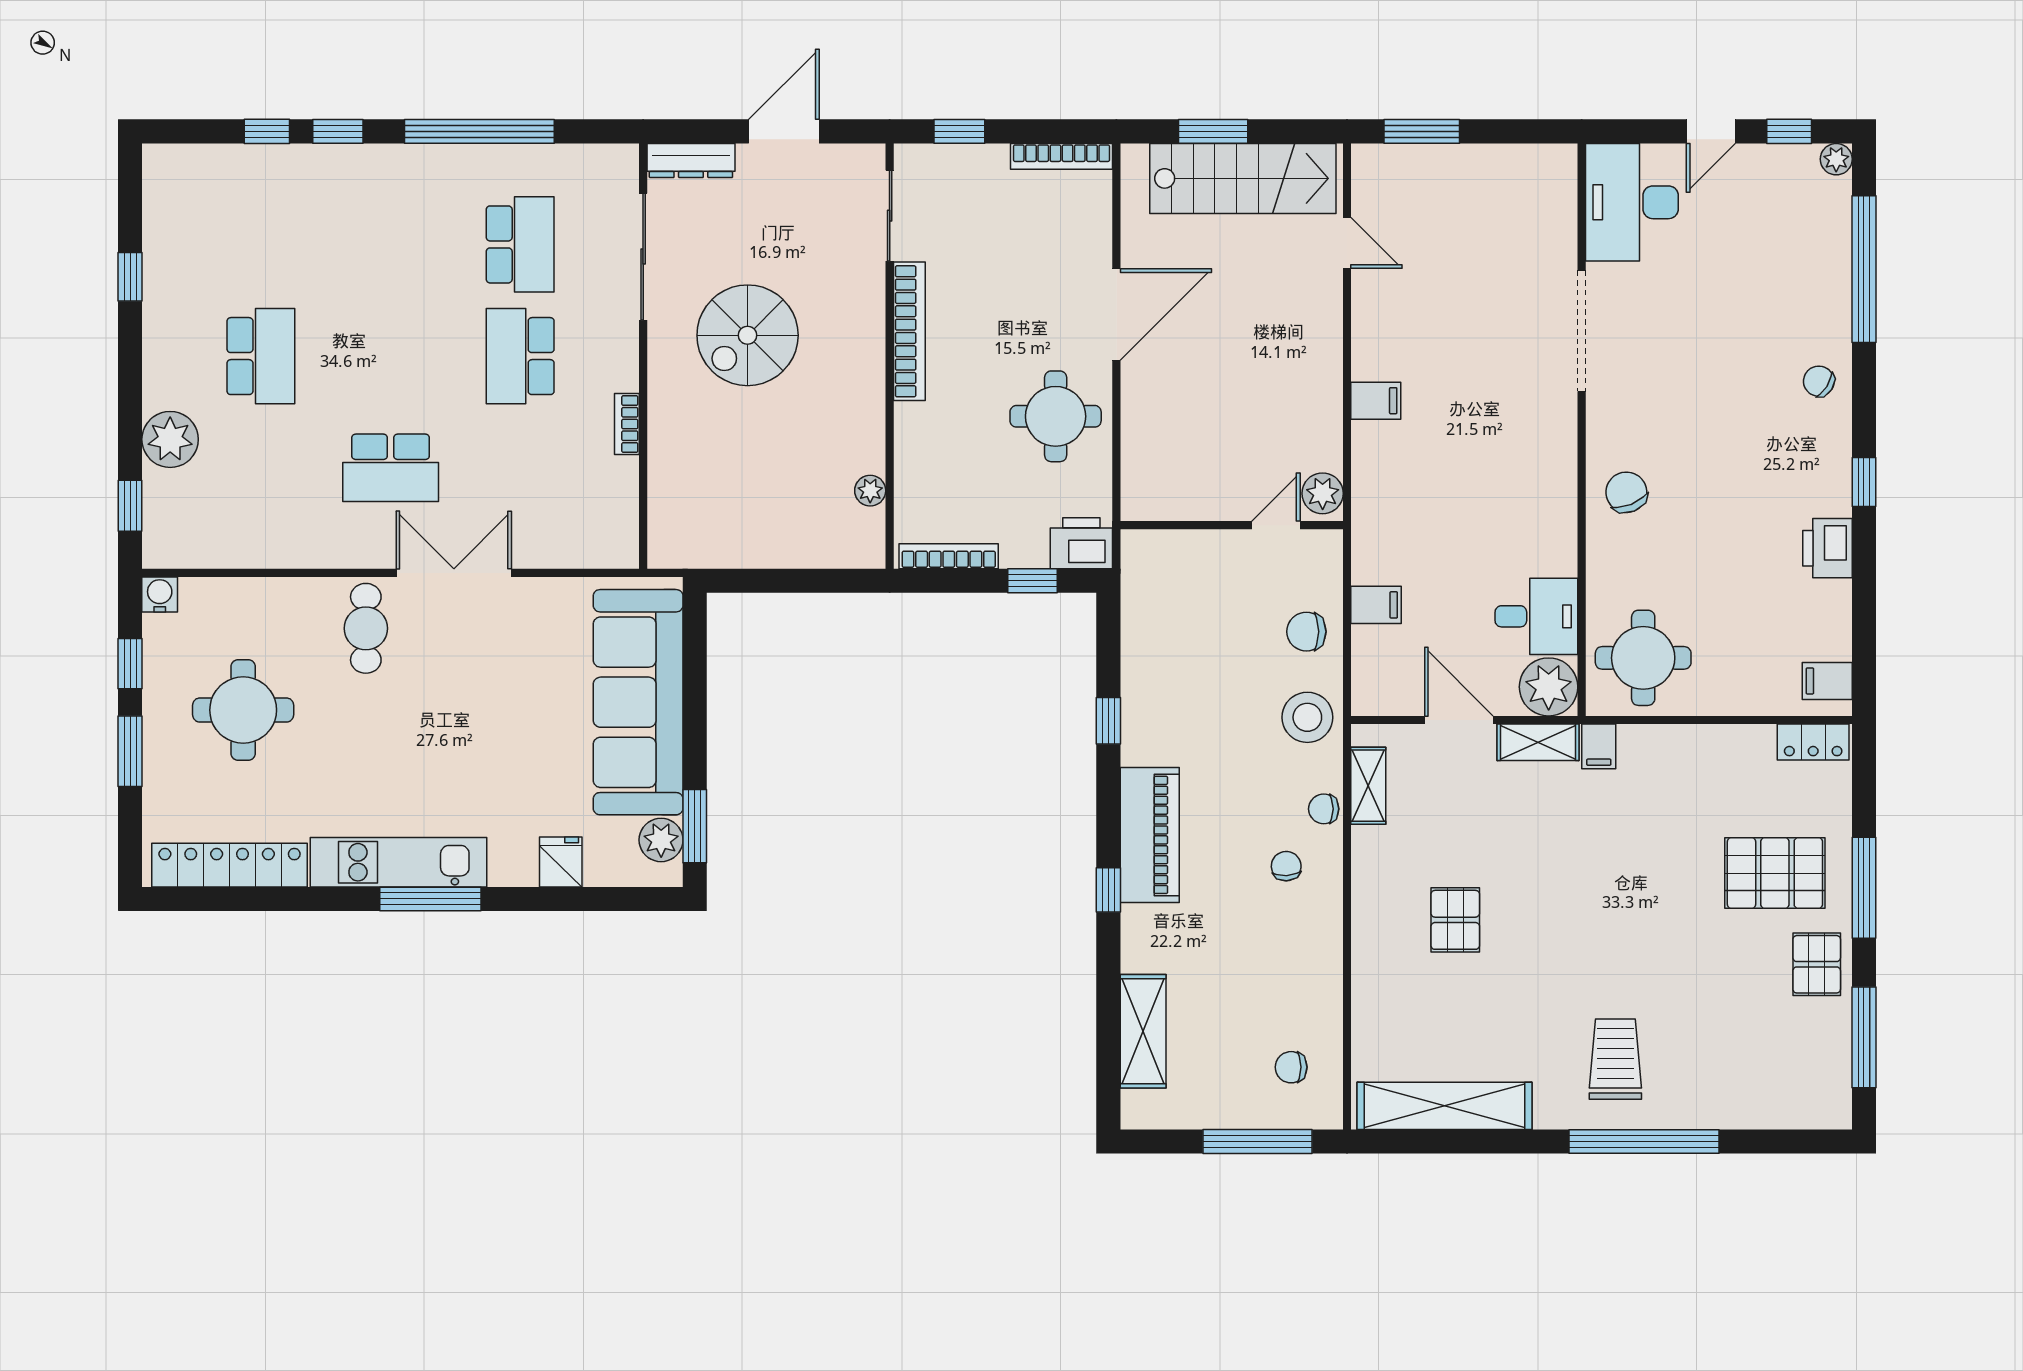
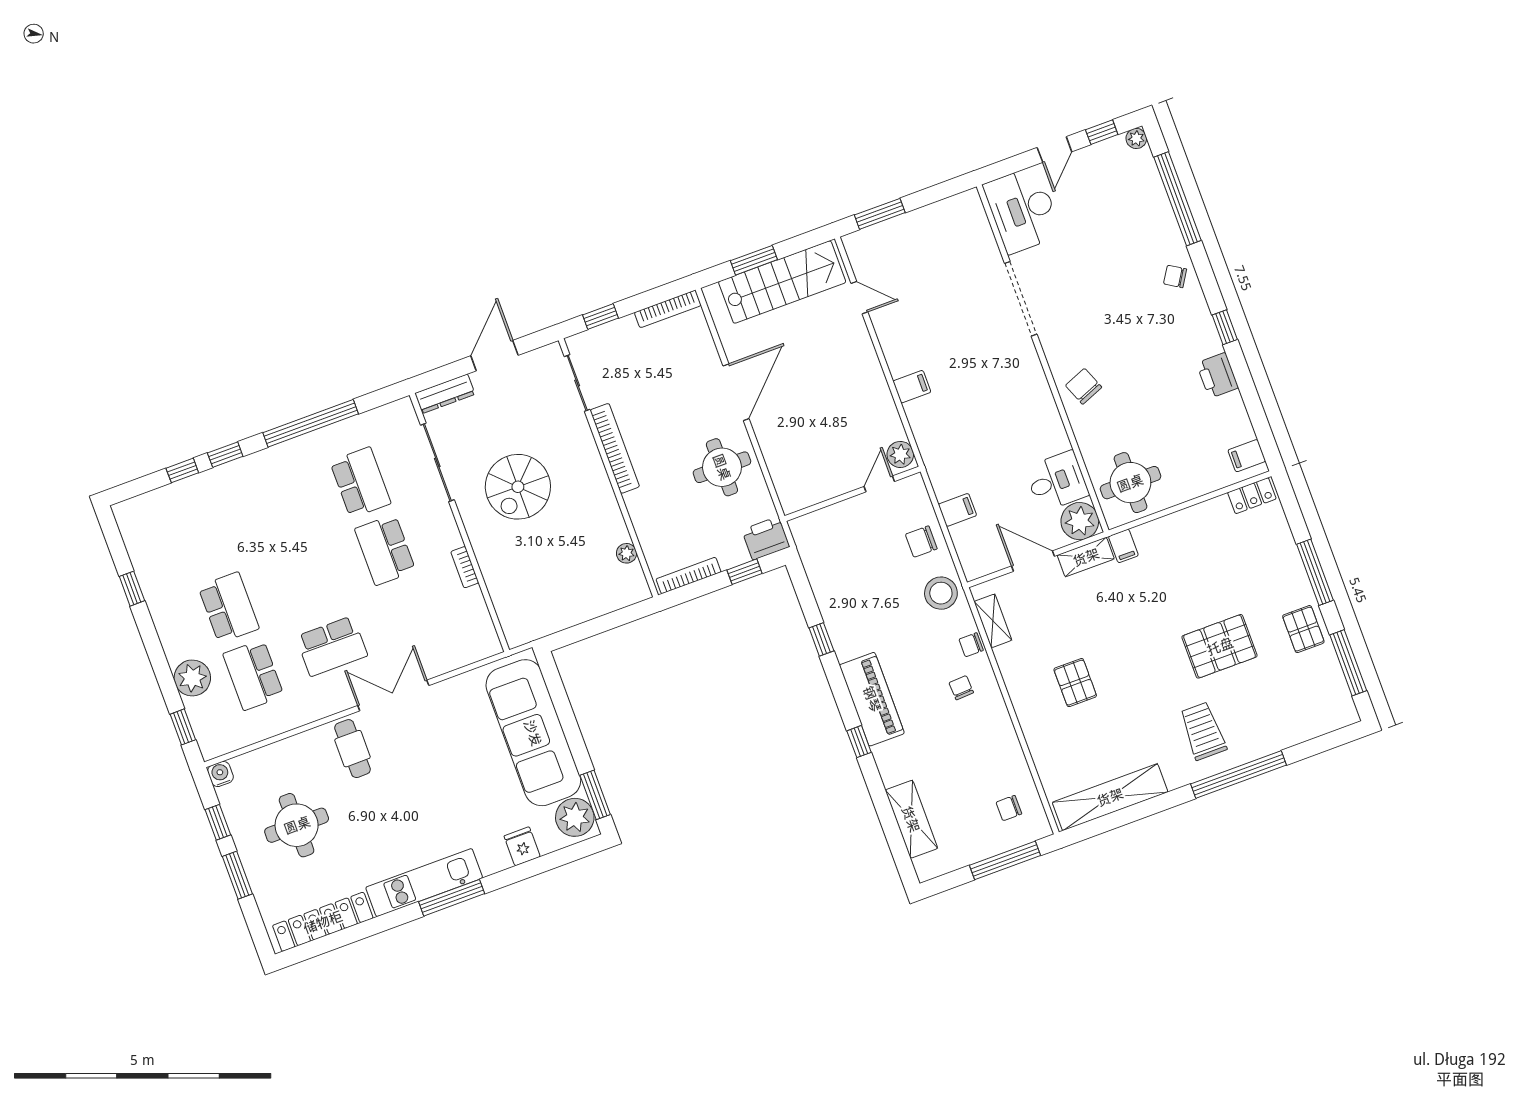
school desk: (261, 468) -> (253, 675), added
plant: (661, 840) -> (575, 817), width x1.36, depth x1.36
pallet: (1775, 873) -> (1220, 646), moved

